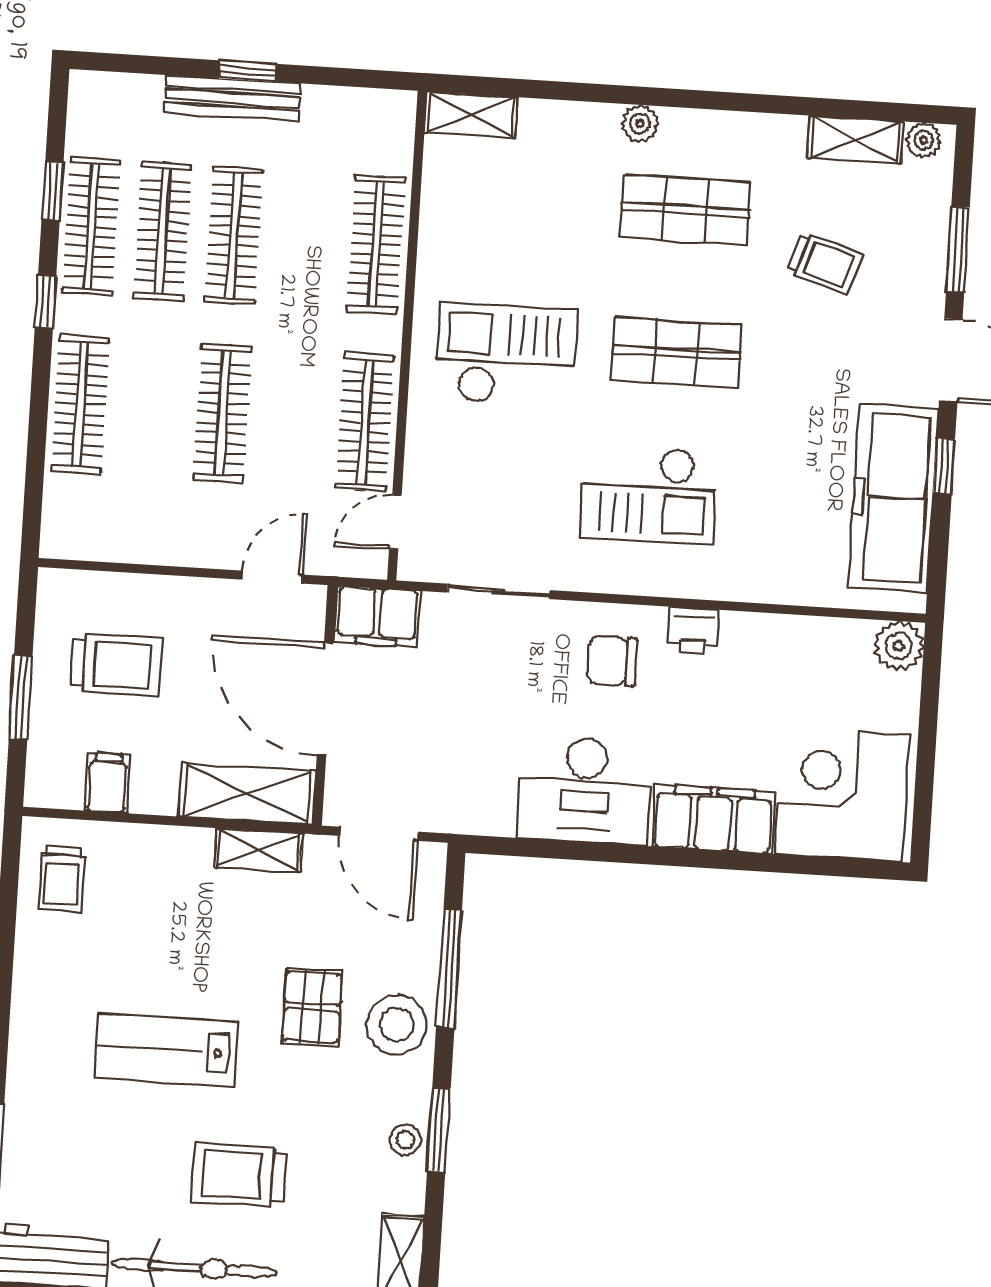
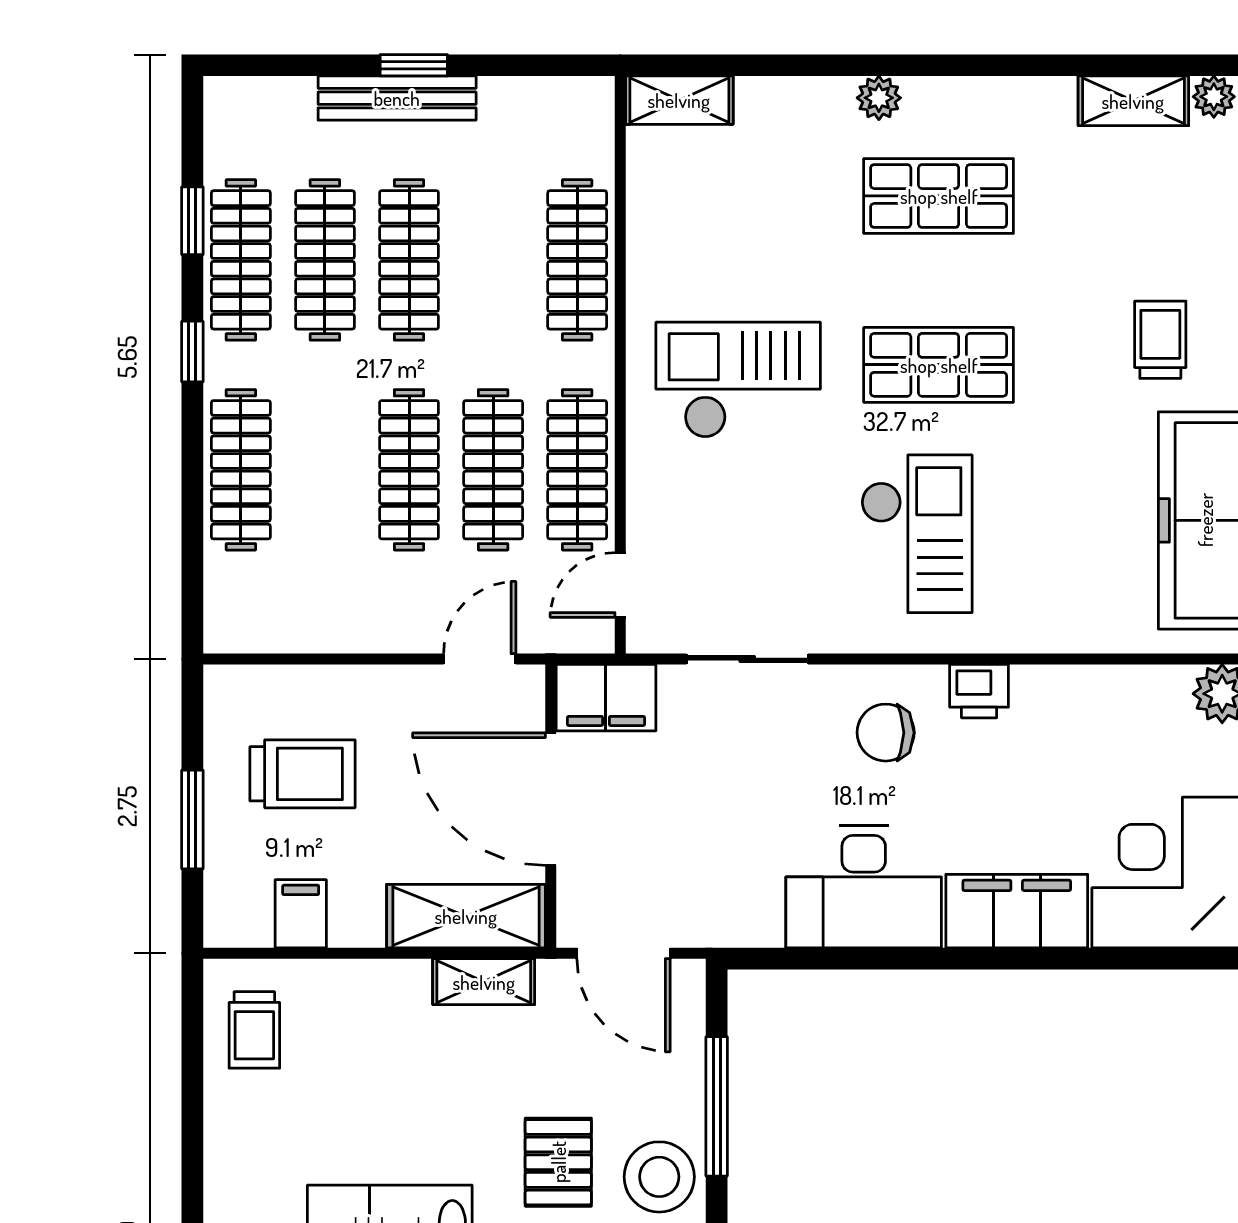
trolley: (824, 263) -> (1160, 340), moved, turned -107
clothes rail: (294, 418) -> (493, 470), added
checkout: (649, 494) -> (917, 534), turned -90

